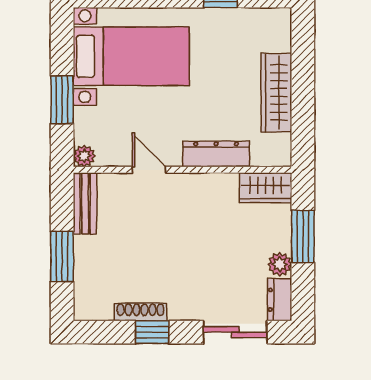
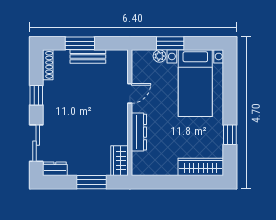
wardrobe: (276, 93) -> (201, 167), moved
plant: (84, 156) -> (159, 56), moved
bench: (85, 203) -> (88, 57), moved
plant: (280, 264) -> (75, 169), removed
shoe rack: (140, 312) -> (48, 65), moved

